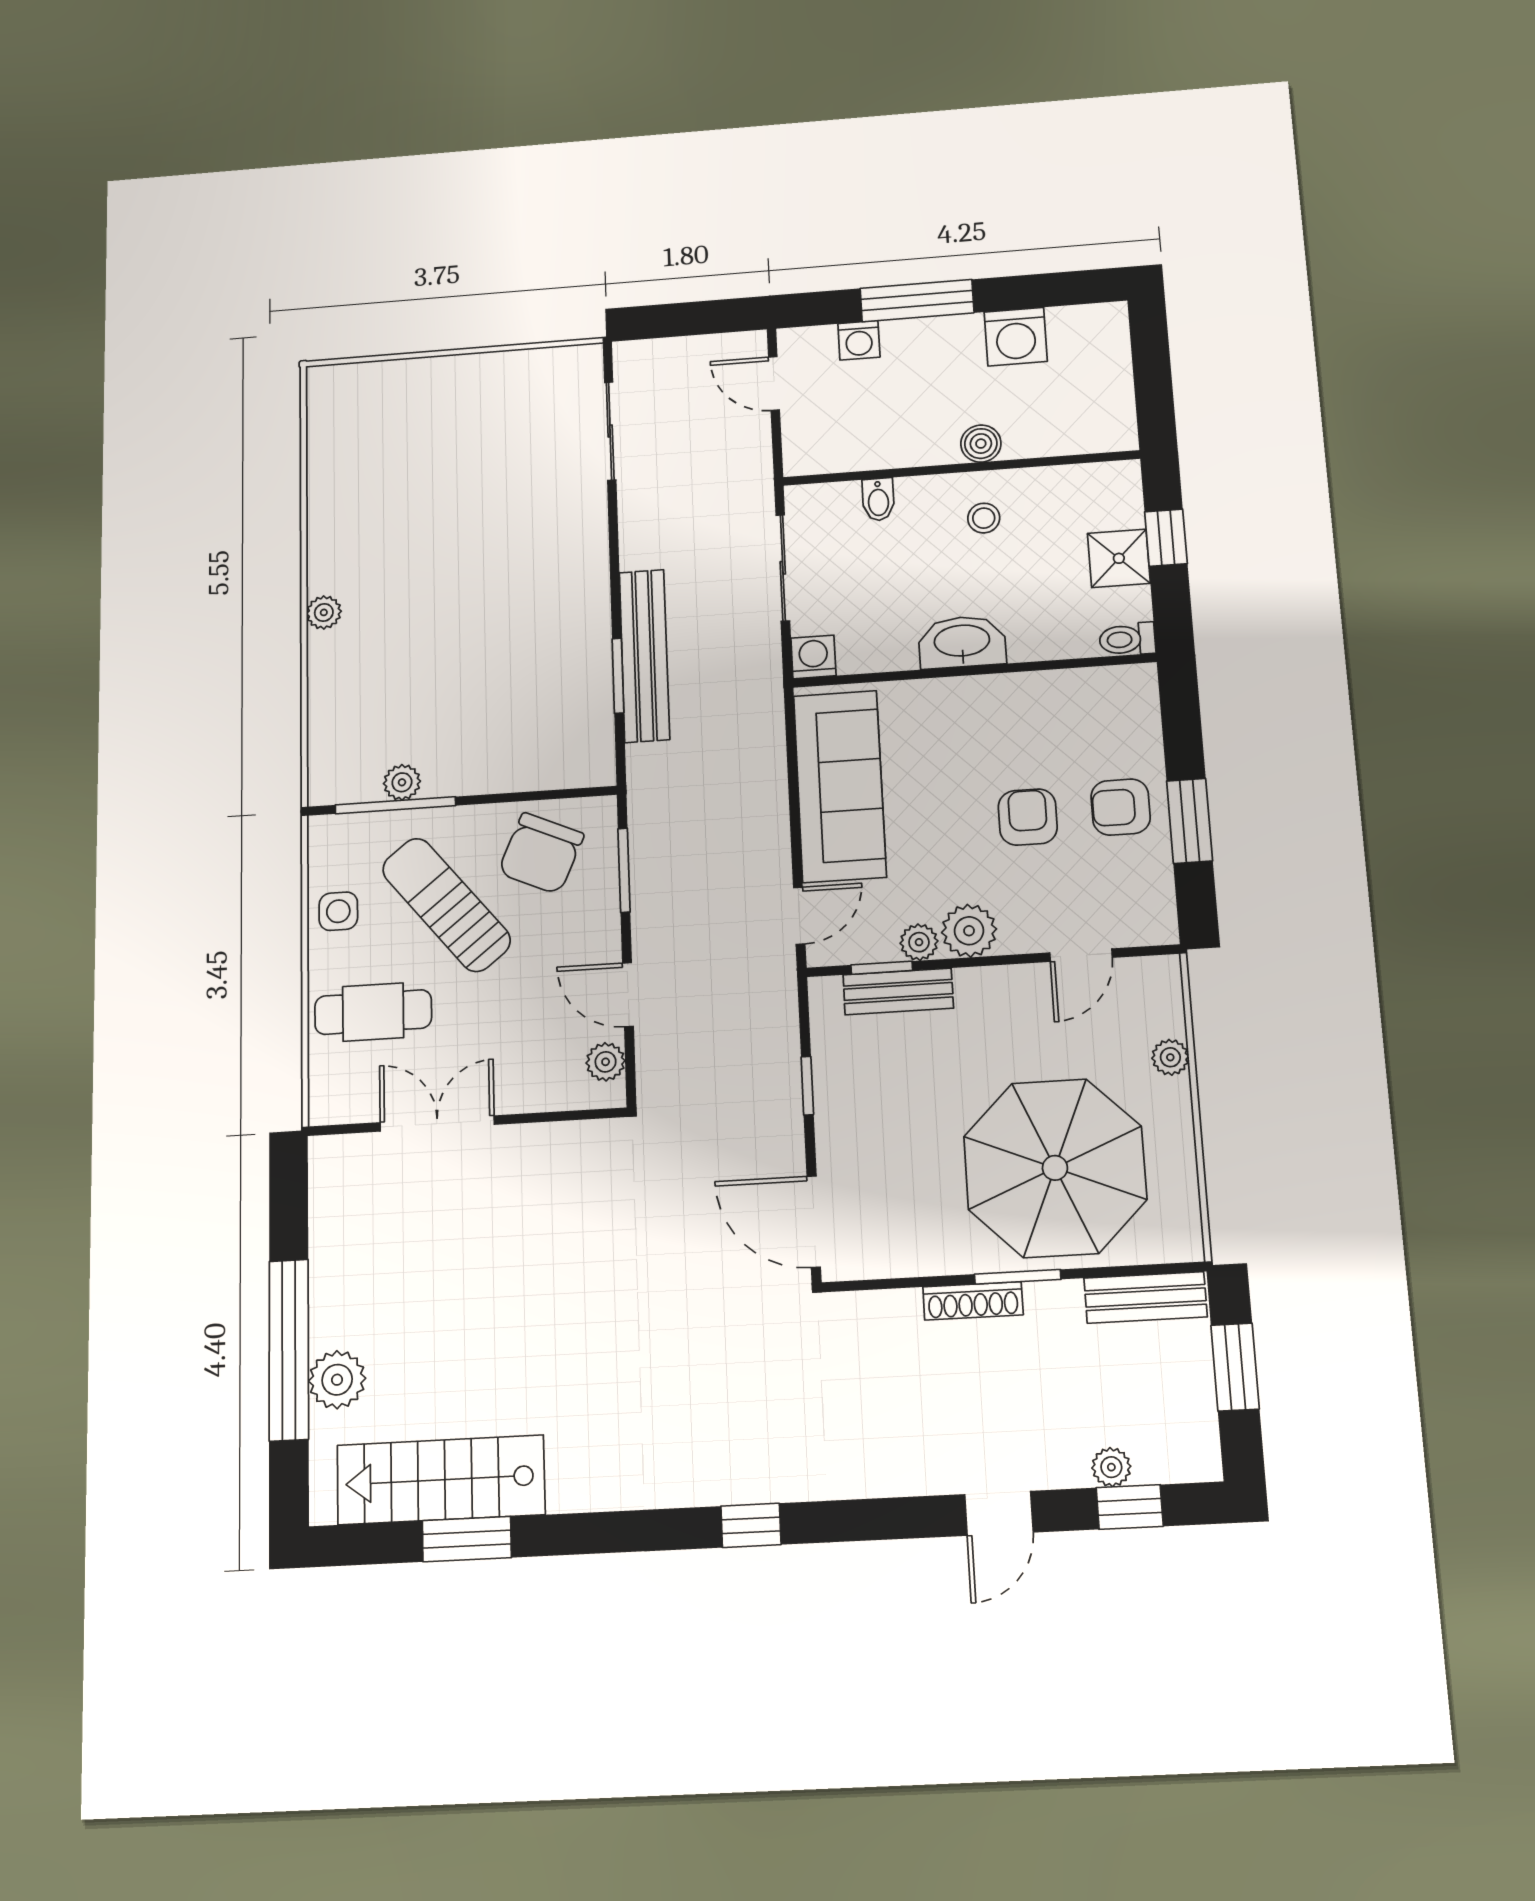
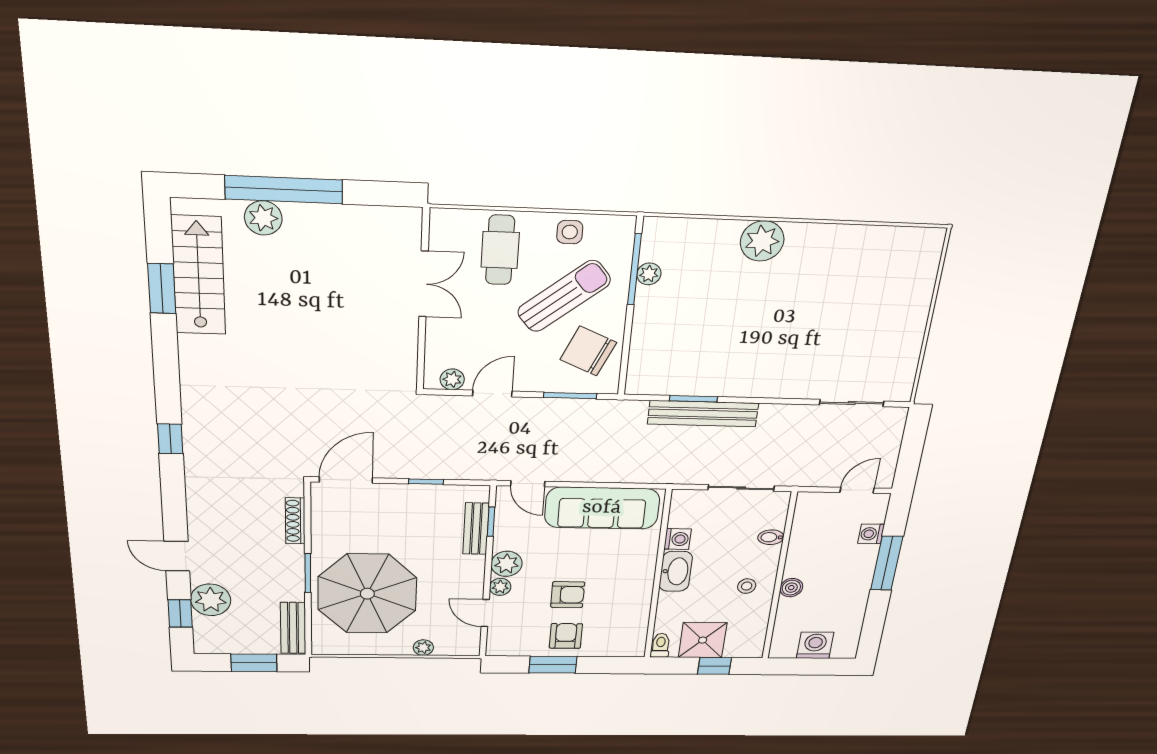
washing machine: (1016, 337) -> (815, 645), moved, turned 90
shower: (1119, 558) -> (703, 640), width x1.36, depth x1.36
plant: (324, 612) -> (762, 241), width x1.88, depth x1.88
washing machine: (813, 657) -> (678, 539), moved
plant: (919, 942) -> (500, 587), moved
shoe rack: (973, 1301) -> (295, 521), moved
plant: (1111, 1467) -> (211, 600), width x1.88, depth x1.88

